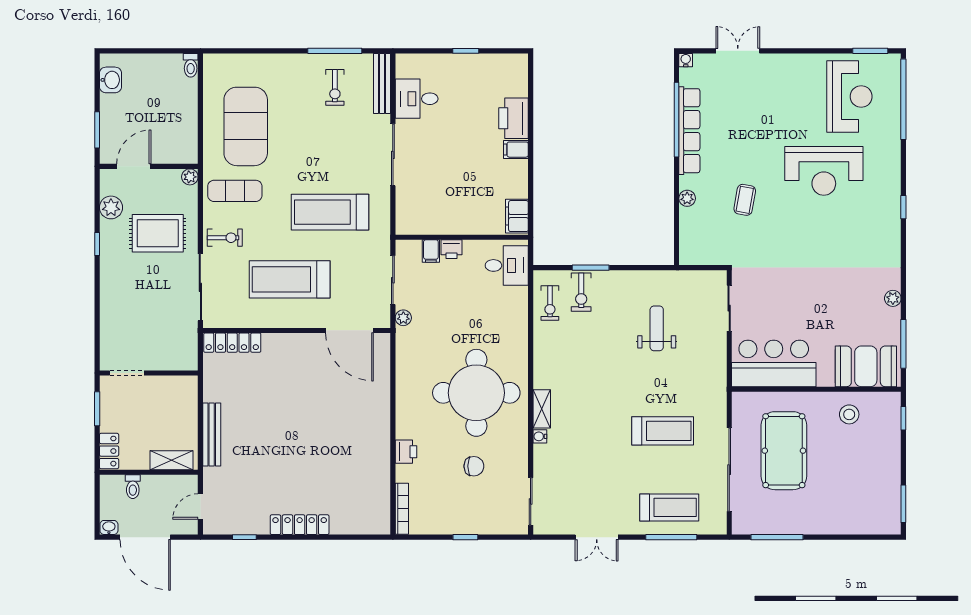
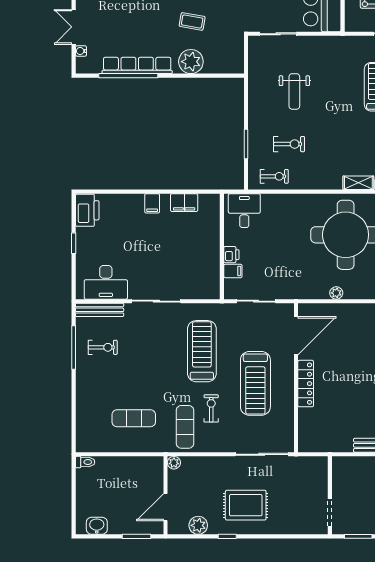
water cooler: (686, 60) -> (81, 51), moved
desk: (417, 99) -> (106, 282), width x1.37
printer: (514, 118) -> (87, 210), moved, turned -90
exercise mat: (246, 126) -> (134, 418), width x0.50, depth x0.69
door: (134, 166) -> (166, 507), hinge flipped
plant: (687, 198) -> (191, 62), width x1.87, depth x1.87
treadmill: (330, 212) -> (202, 351), turned 180
filing cabinet: (517, 216) -> (184, 203), moved
rug: (158, 233) -> (246, 505), moved, turned 90
exercise bike: (225, 238) -> (211, 408), moved
exercise bike: (581, 292) -> (289, 144), moved
plant: (403, 318) -> (336, 293), moved
weight bench: (657, 328) -> (294, 91), turned -90
locker: (232, 343) -> (306, 384), moved

